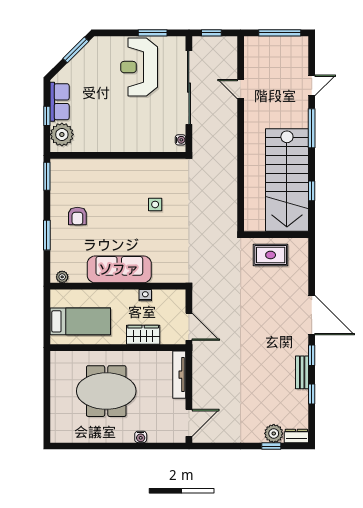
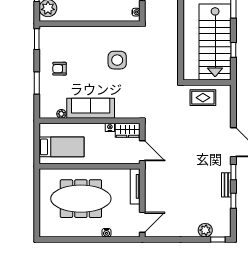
side table: (155, 204) -> (117, 60), width x1.87, depth x1.87
armchair: (77, 216) -> (60, 69), turned 90
plant: (62, 277) -> (61, 114), moved
wardrobe: (143, 335) -> (128, 130), moved, turned 180
meeting table: (106, 391) -> (81, 199), width x1.36
dresser: (296, 436) -> (222, 232), removed
window: (271, 446) -> (218, 239), moved

